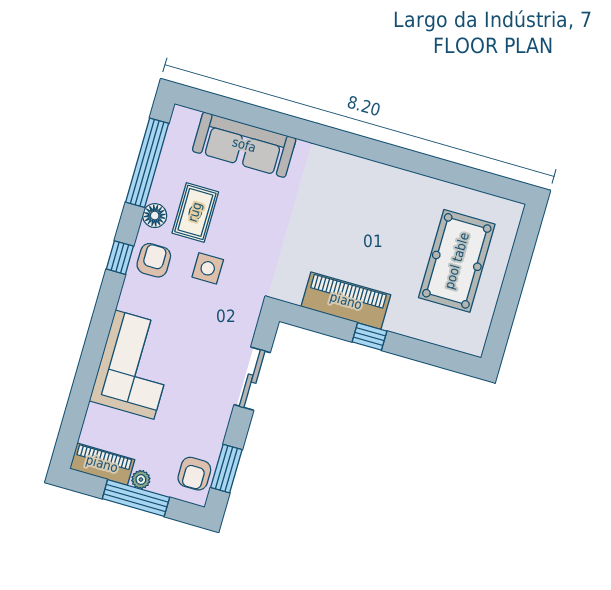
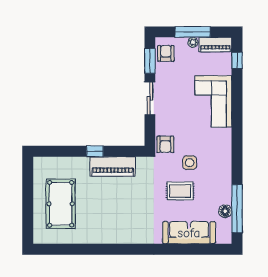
rug: (195, 212) -> (180, 191), moved, turned 90
floor lamp: (155, 216) -> (225, 211), moved
window: (120, 258) -> (237, 60), moved
armchair: (154, 260) -> (165, 144), moved
sliding door: (252, 379) -> (150, 98), moved

